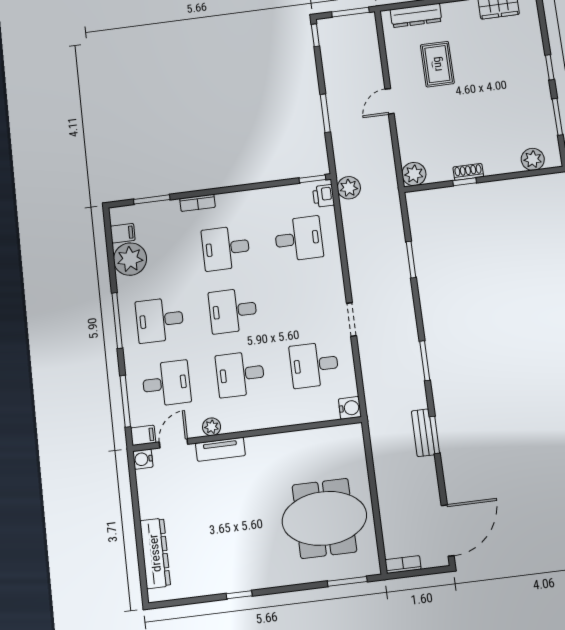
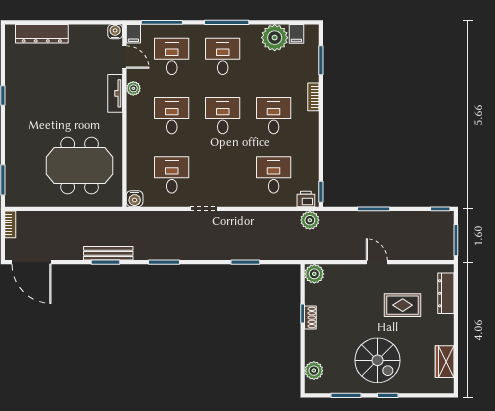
spiral stairs: (509, 85) -> (377, 360), added
desk: (299, 239) -> (274, 175), turned 180
desk: (166, 383) -> (172, 56), turned 180
bench: (423, 433) -> (108, 253), width x1.36
meeting table: (324, 518) -> (80, 166), moved, turned 90

